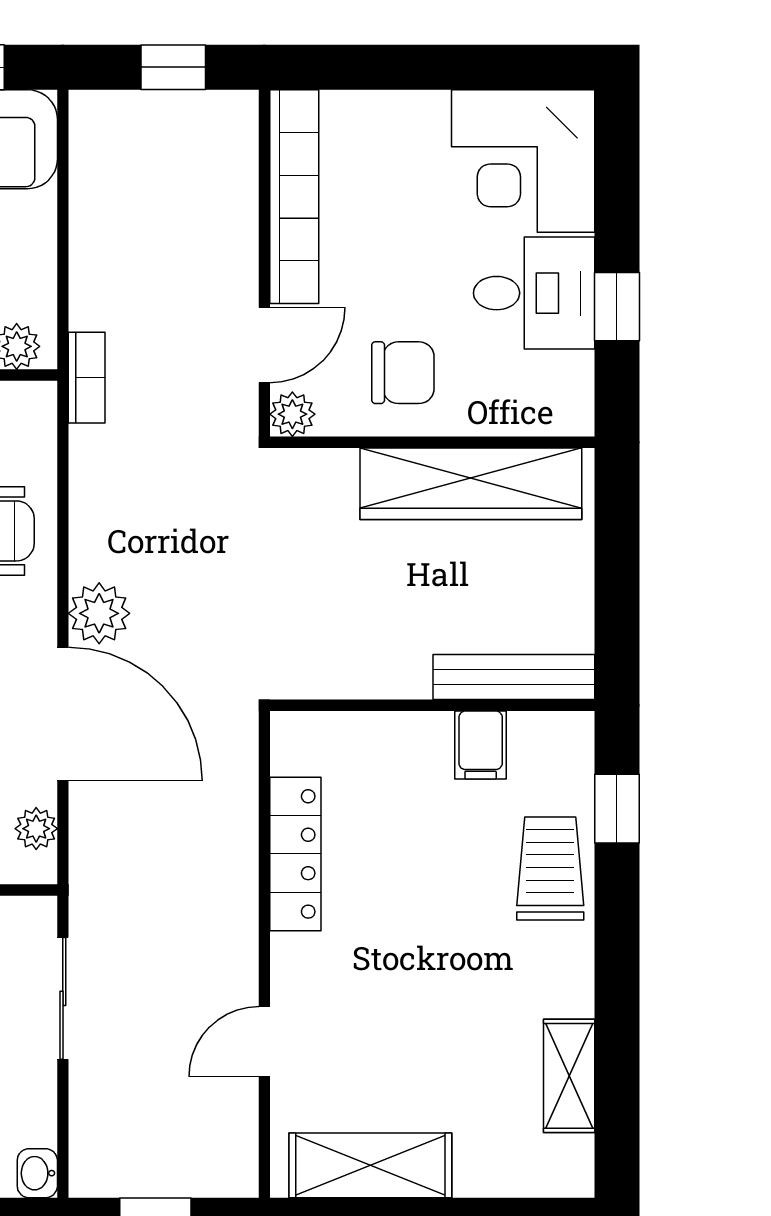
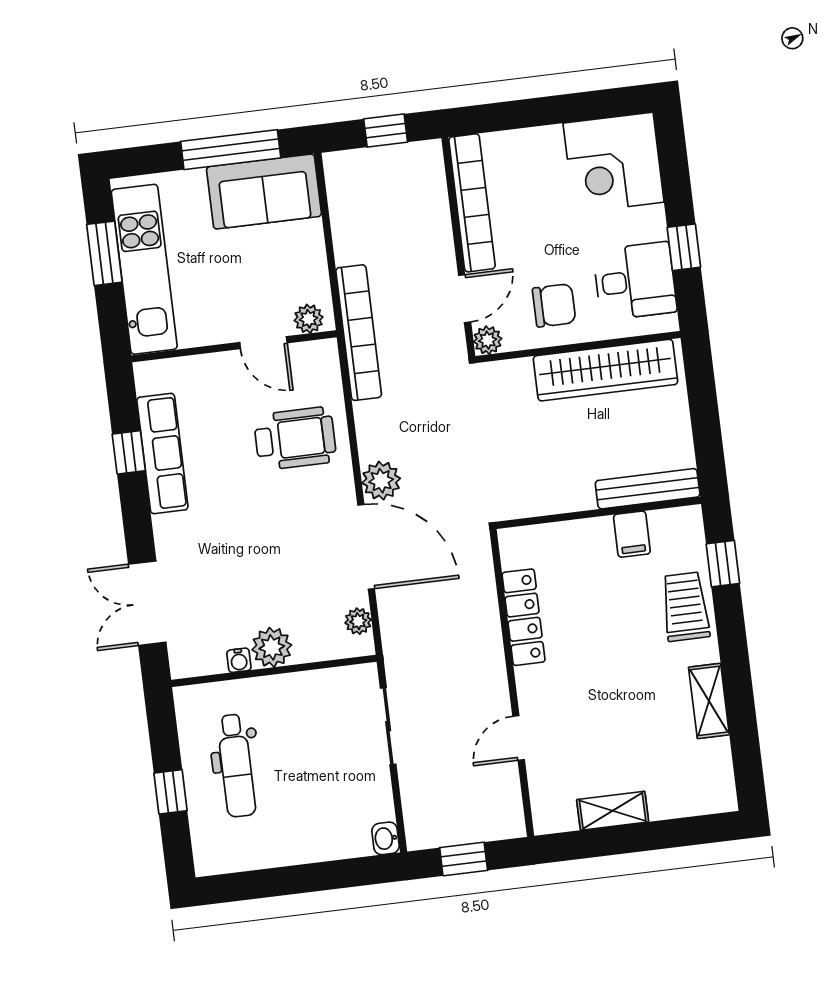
desk: (534, 293) -> (635, 281), moved
bookcase: (87, 378) -> (359, 333), width x2.31, depth x1.31
shelving: (569, 1076) -> (709, 701), moved
shelving: (370, 1165) -> (613, 811), width x0.67, depth x0.75

